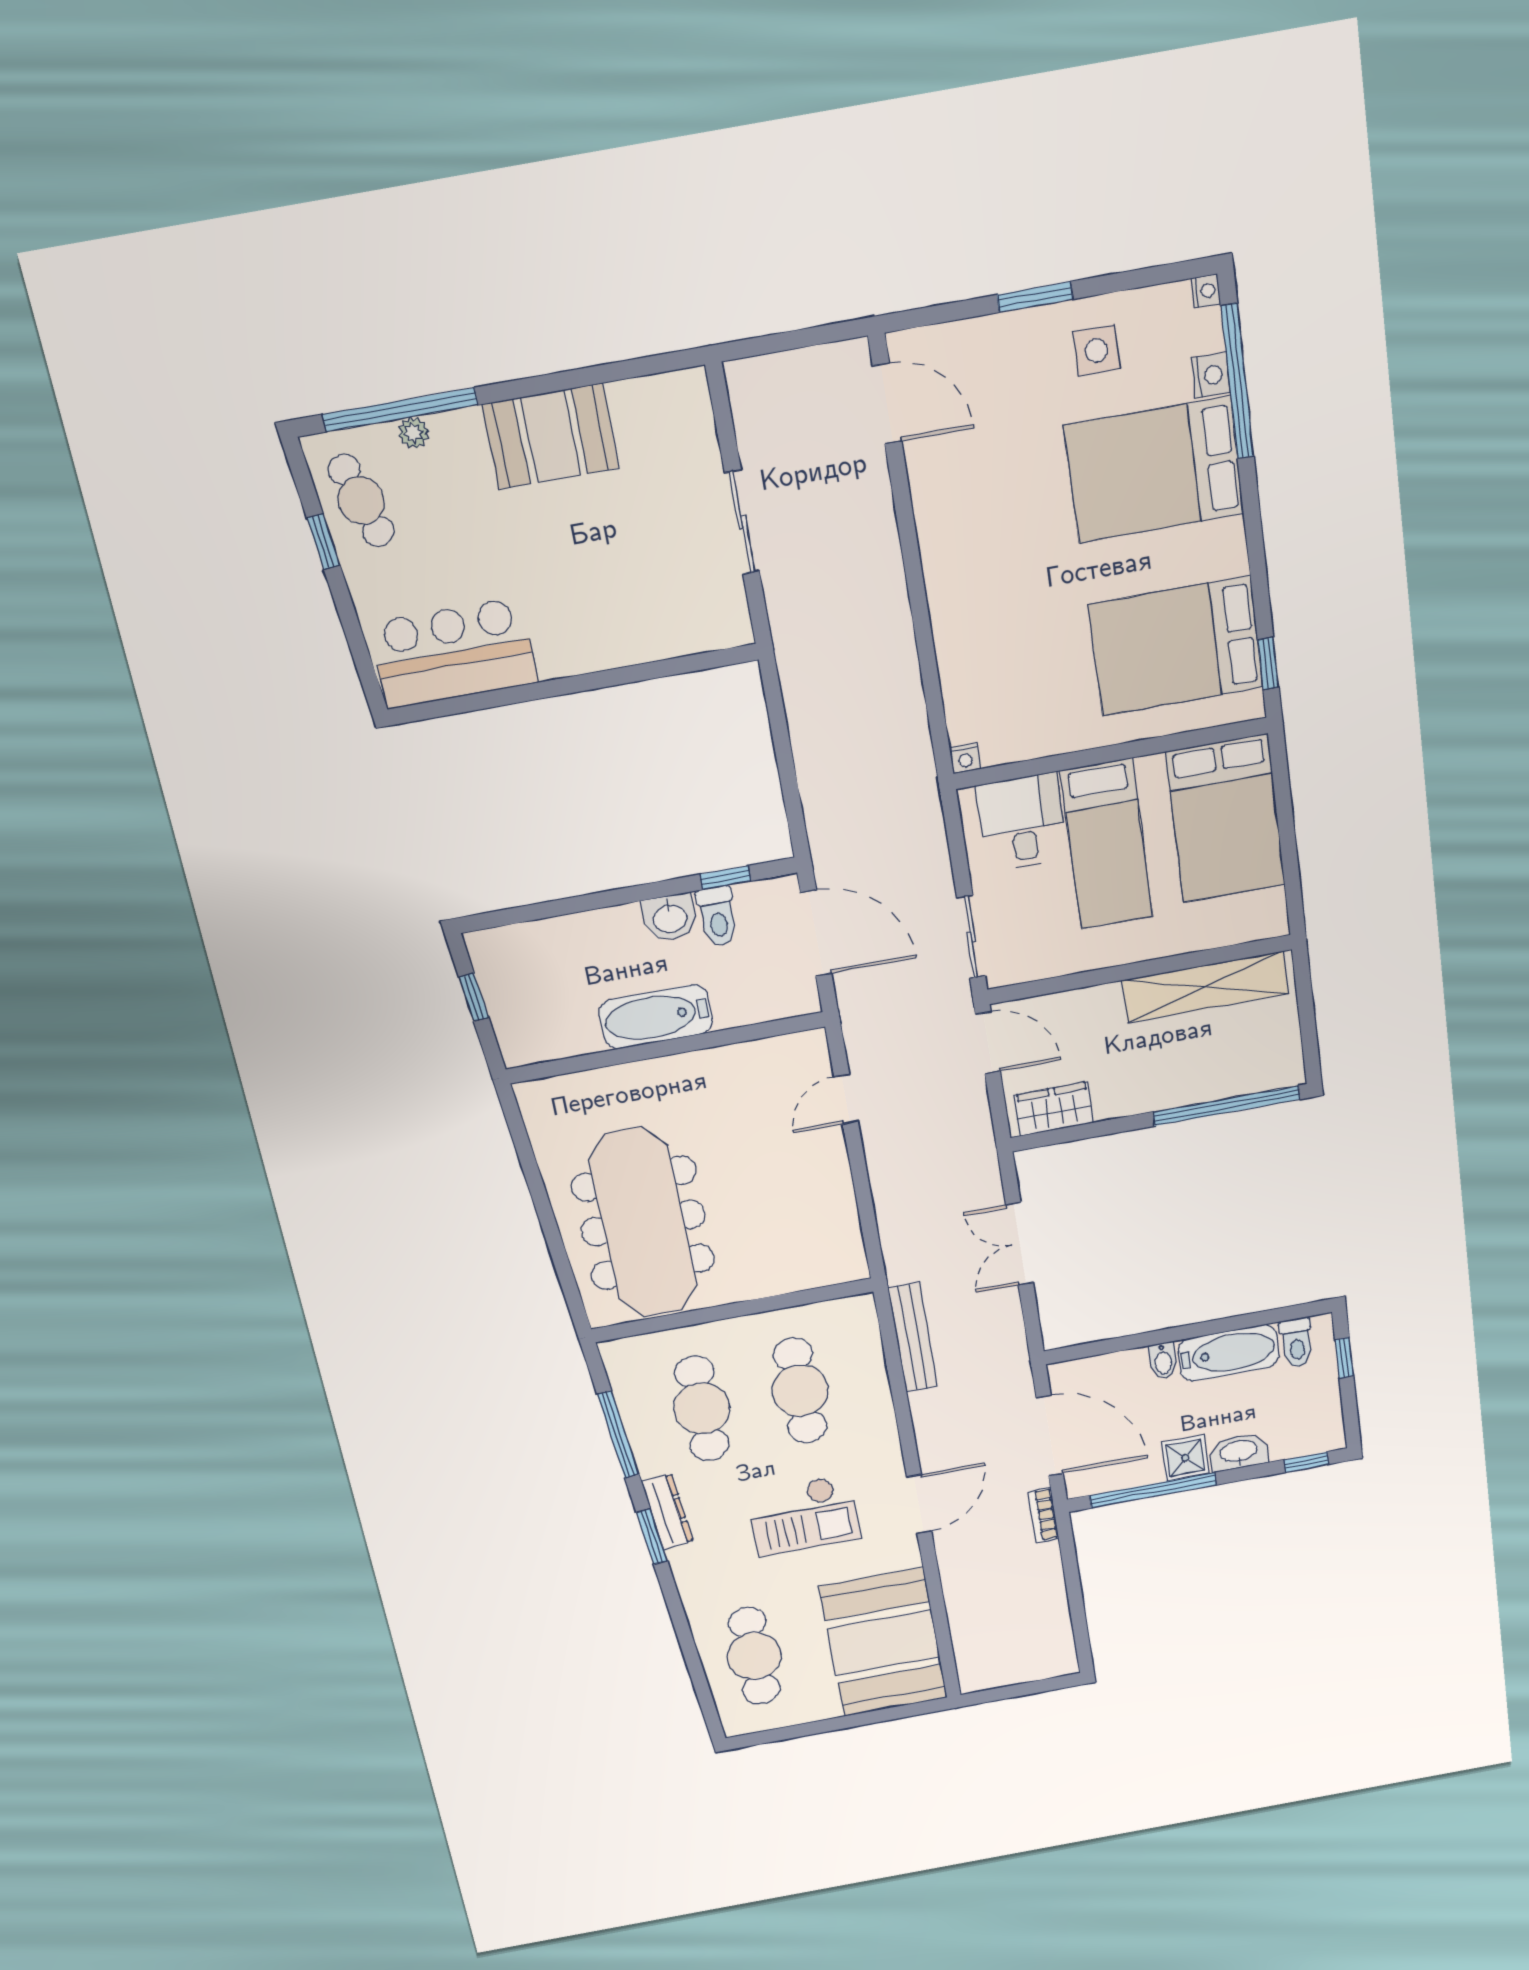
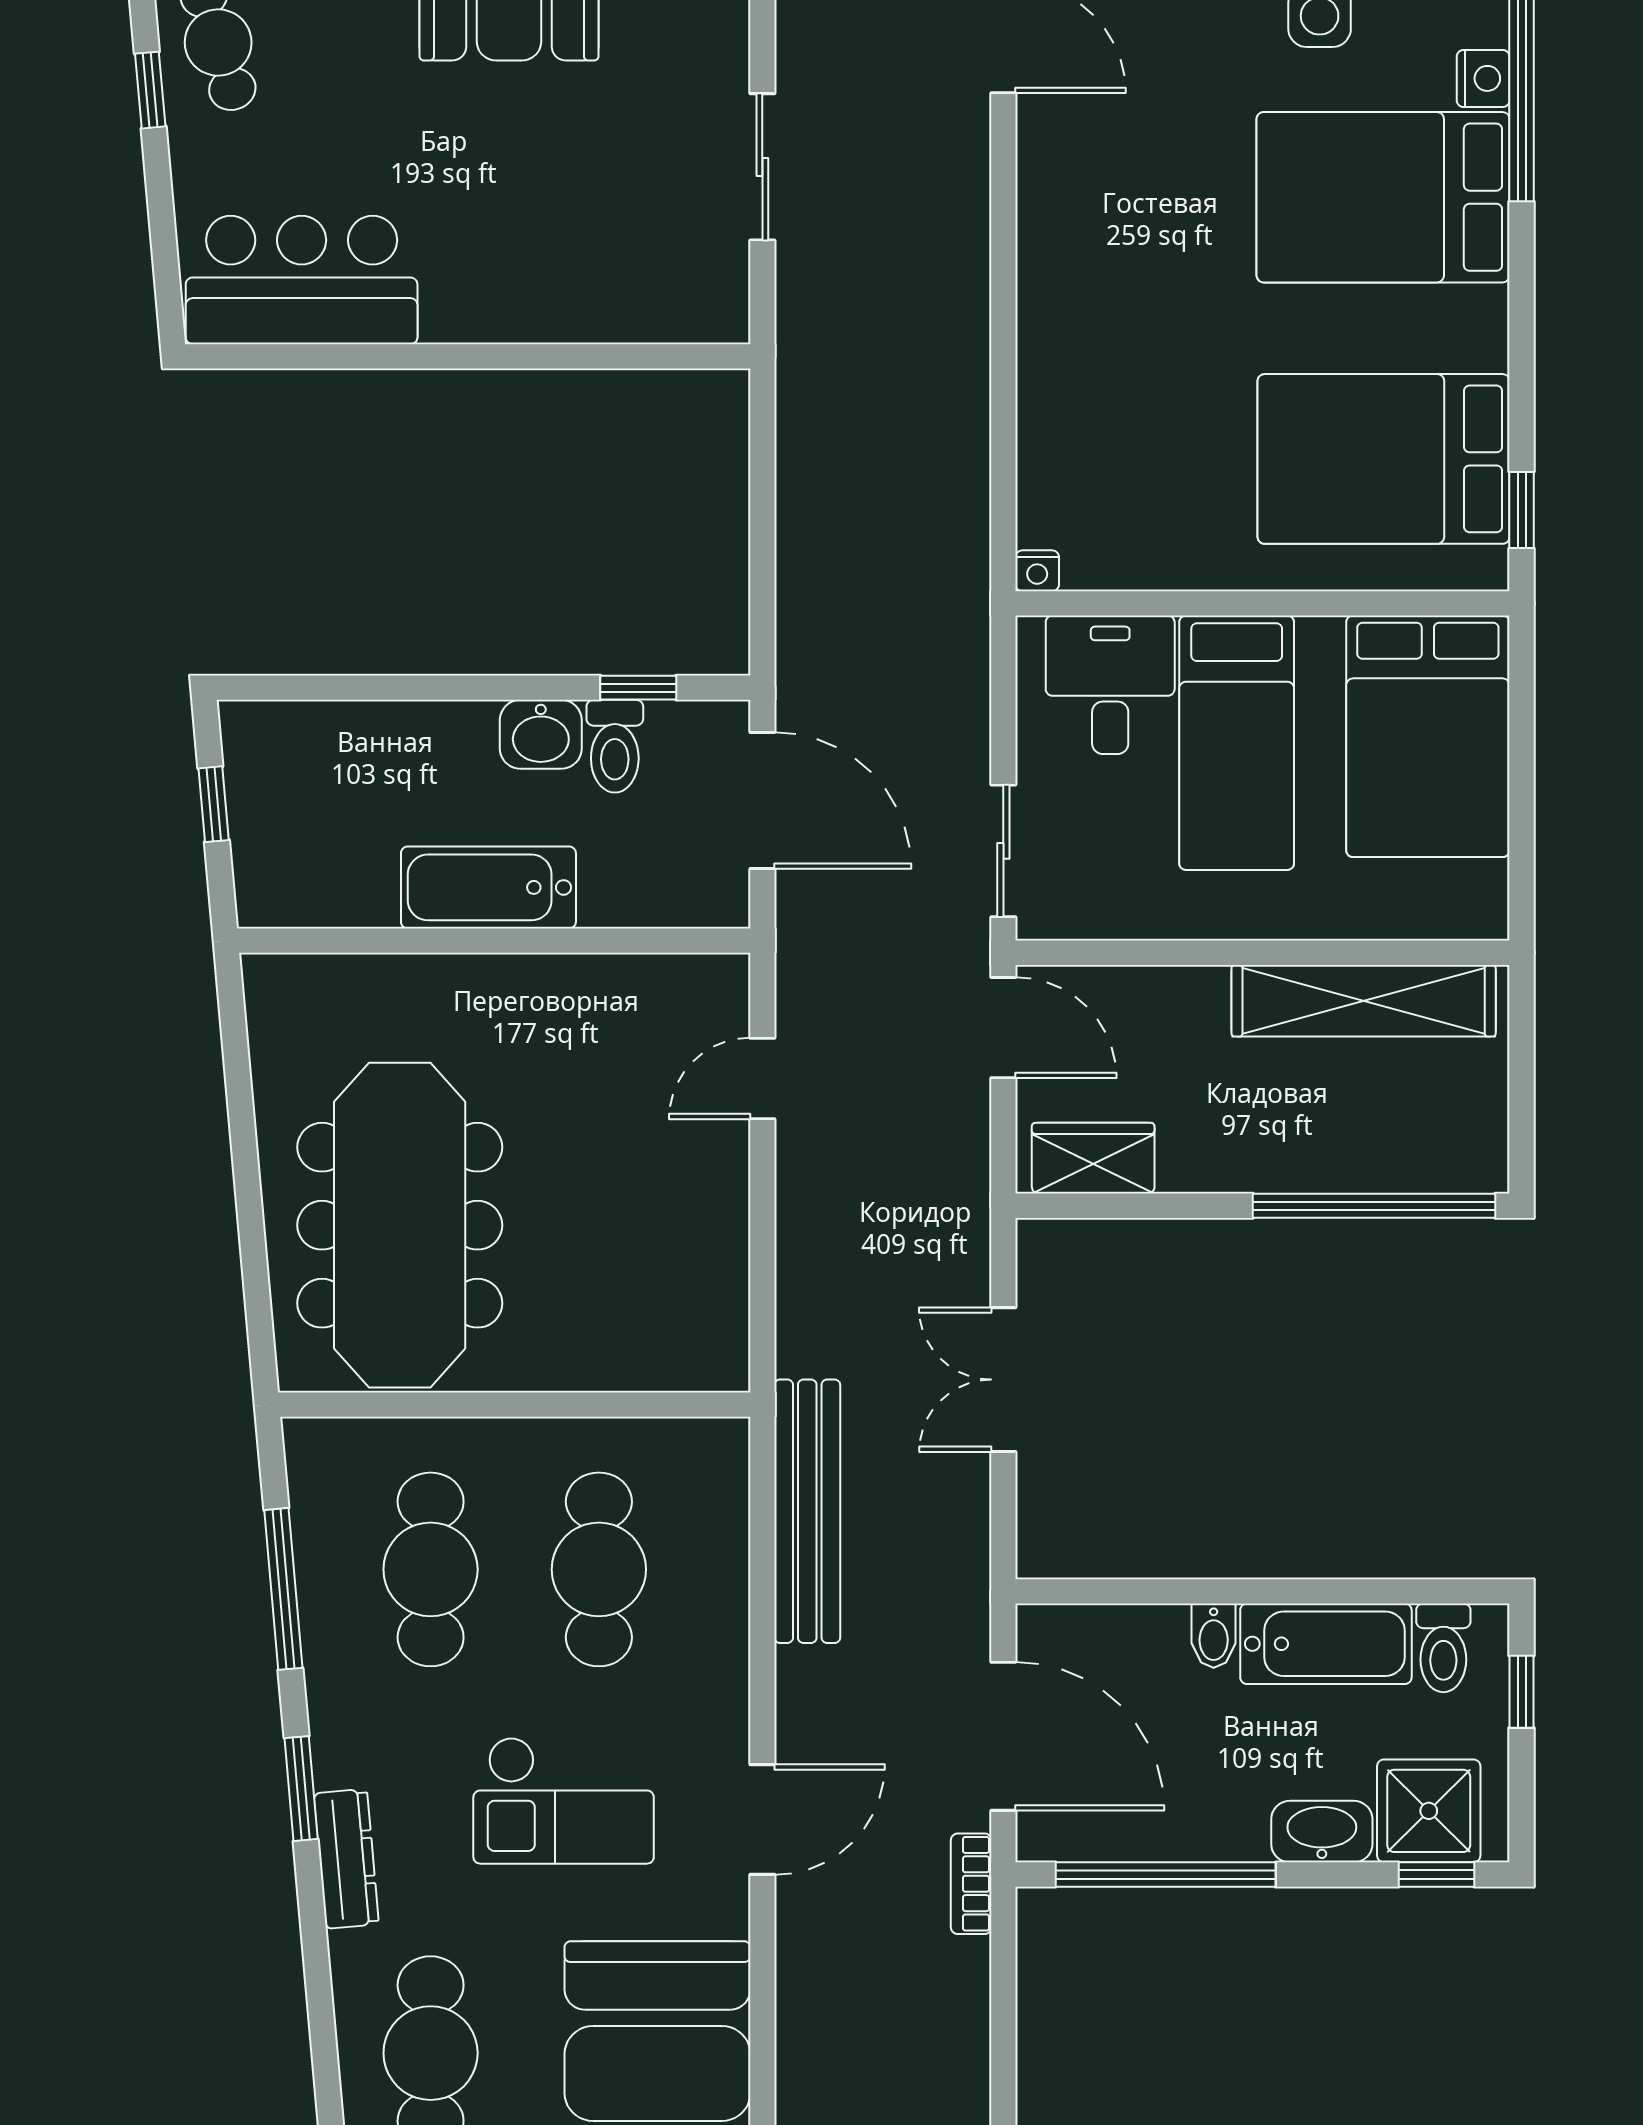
bench: (913, 1338) -> (807, 1511), width x1.37, depth x1.21
shower: (1185, 1458) -> (1429, 1811), moved, width x1.36, depth x1.36
dresser: (667, 1512) -> (346, 1859), moved

